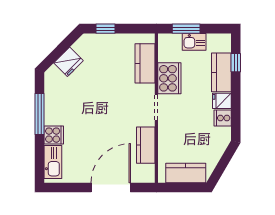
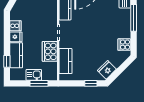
fridge: (69, 62) -> (107, 70), moved
window: (39, 114) -> (134, 18), moved
cooker: (54, 135) -> (124, 45), moved

